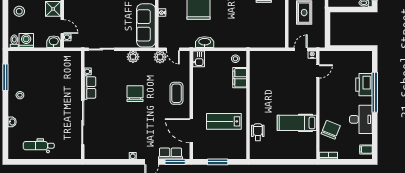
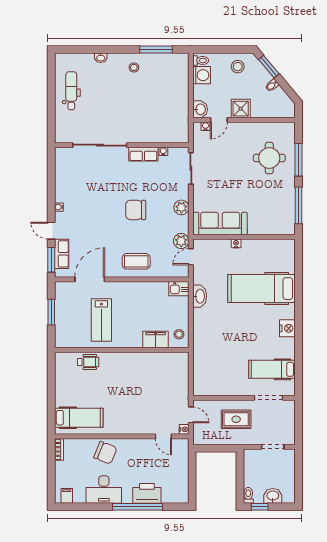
chair: (135, 94) -> (136, 210), turned 180
lab bench: (224, 121) -> (101, 320), turned 180
hospital bed: (297, 123) -> (79, 418), moved, turned 90
chair: (331, 130) -> (105, 453), moved

